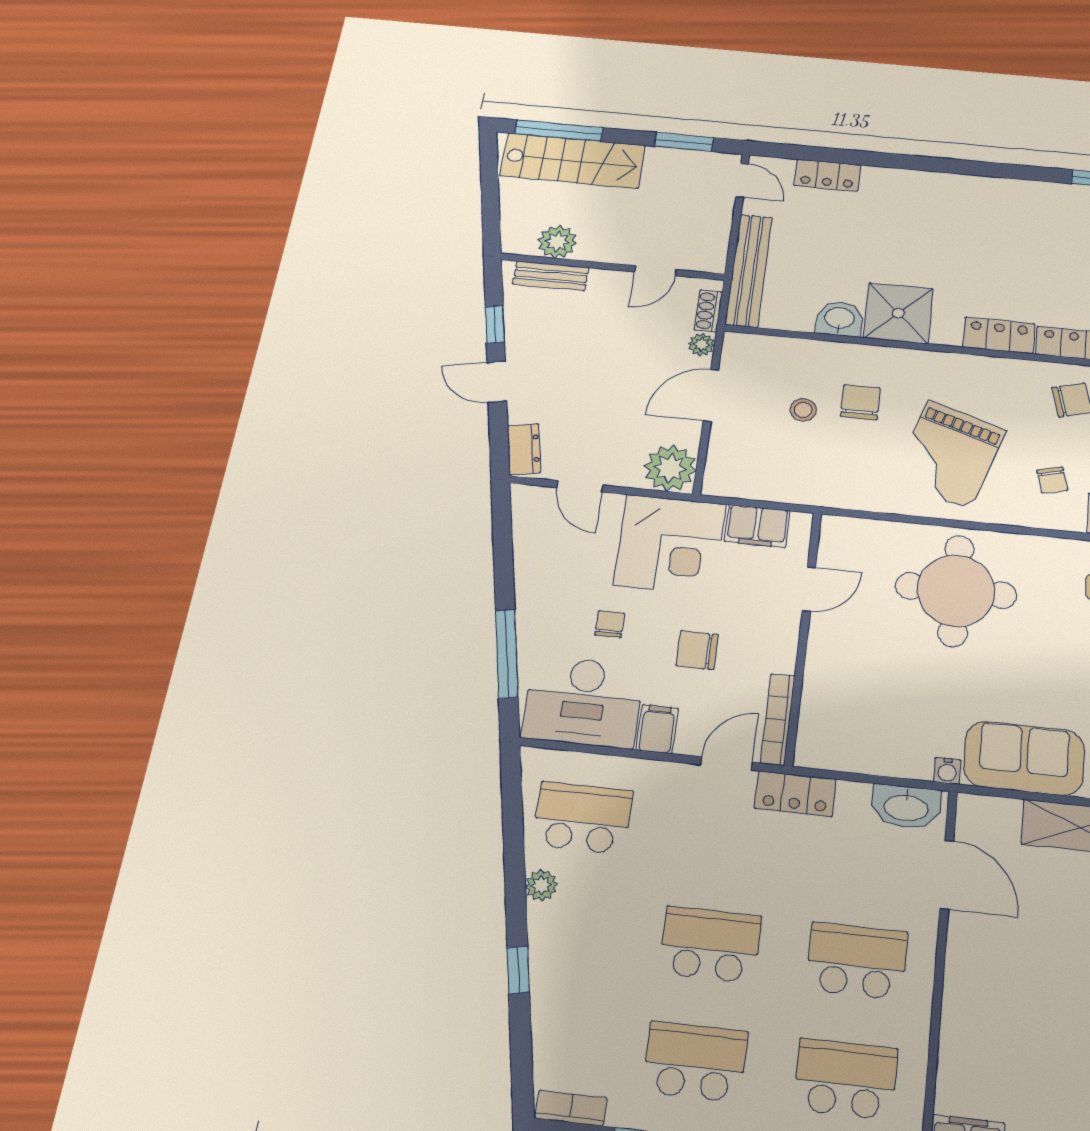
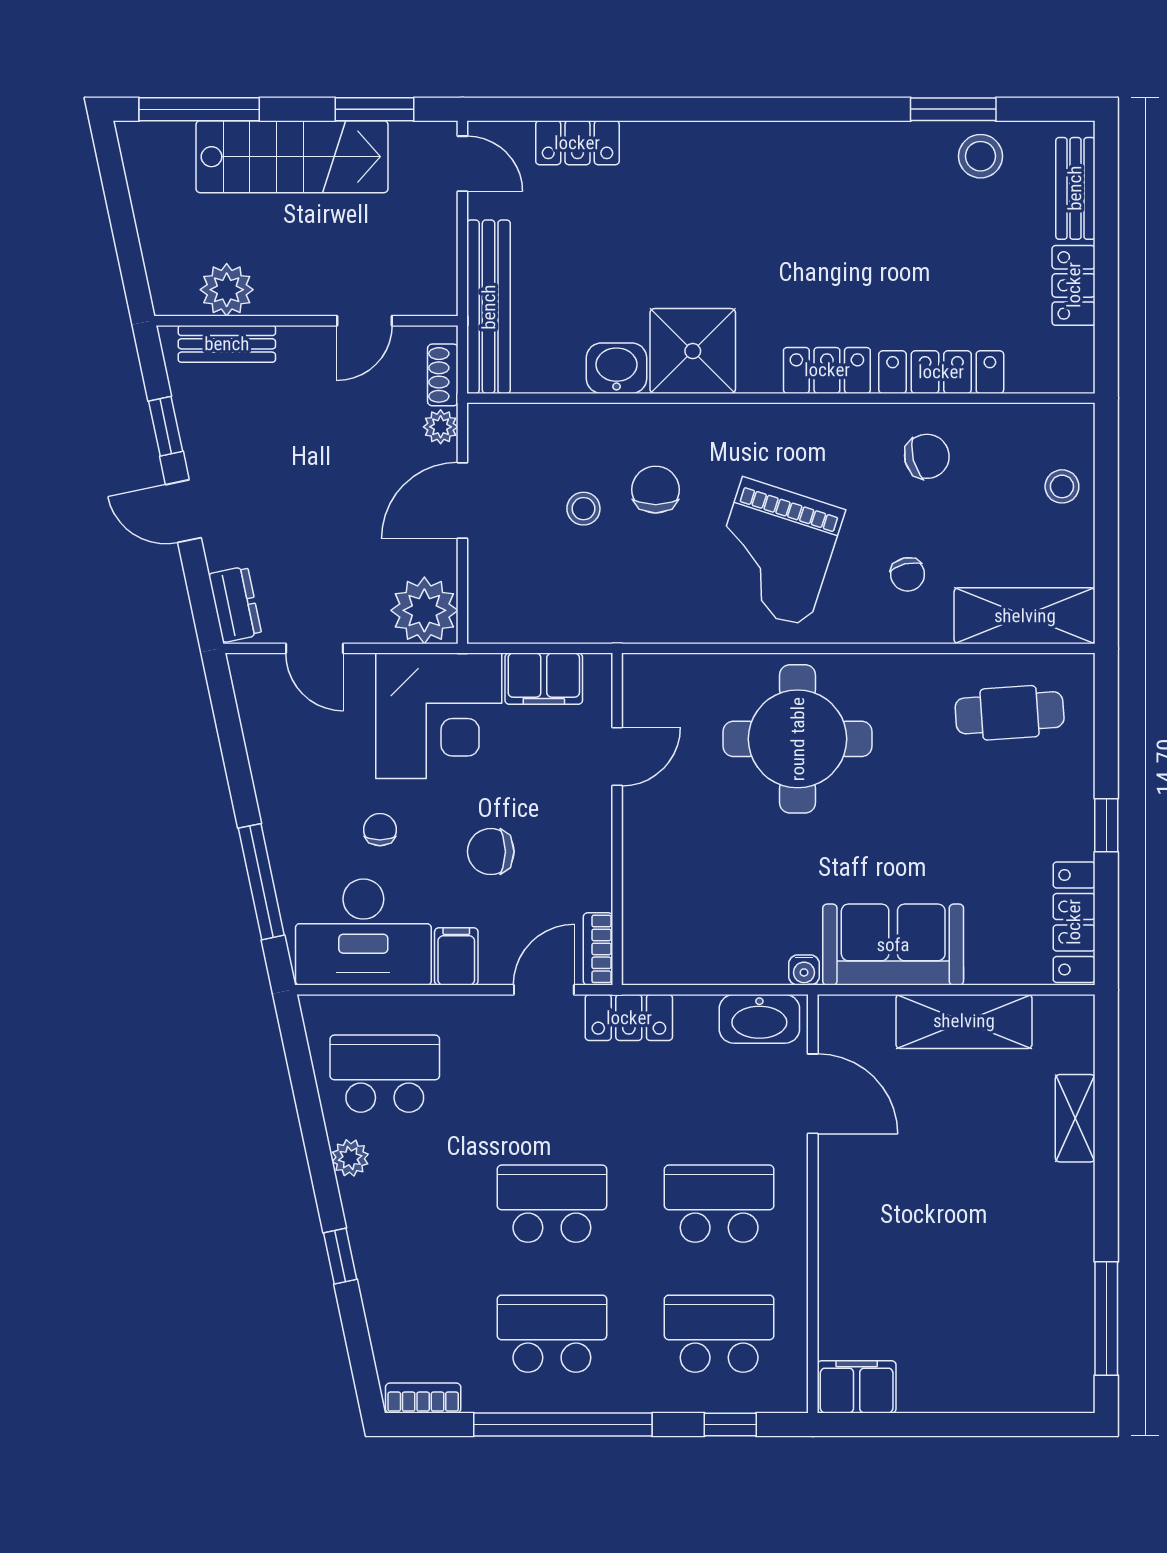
stairs: (573, 161) -> (292, 157), moved
bookcase: (778, 719) -> (598, 949), width x0.64

